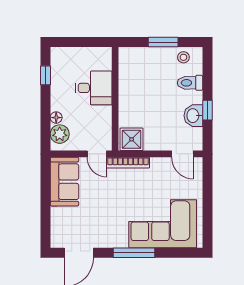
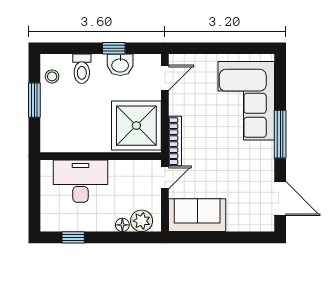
desk: (94, 88) -> (80, 181), width x1.37
shower: (132, 139) -> (136, 126), width x1.86, depth x1.86

